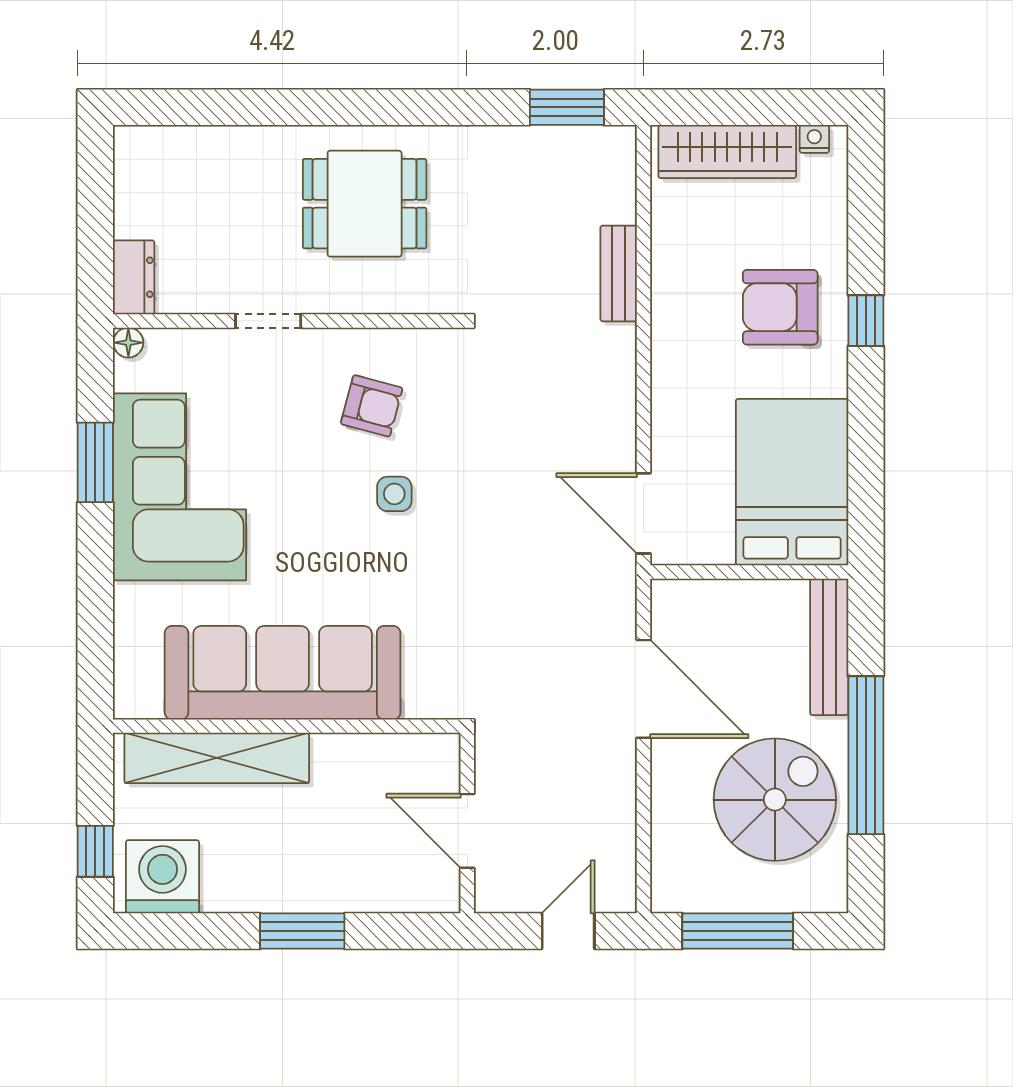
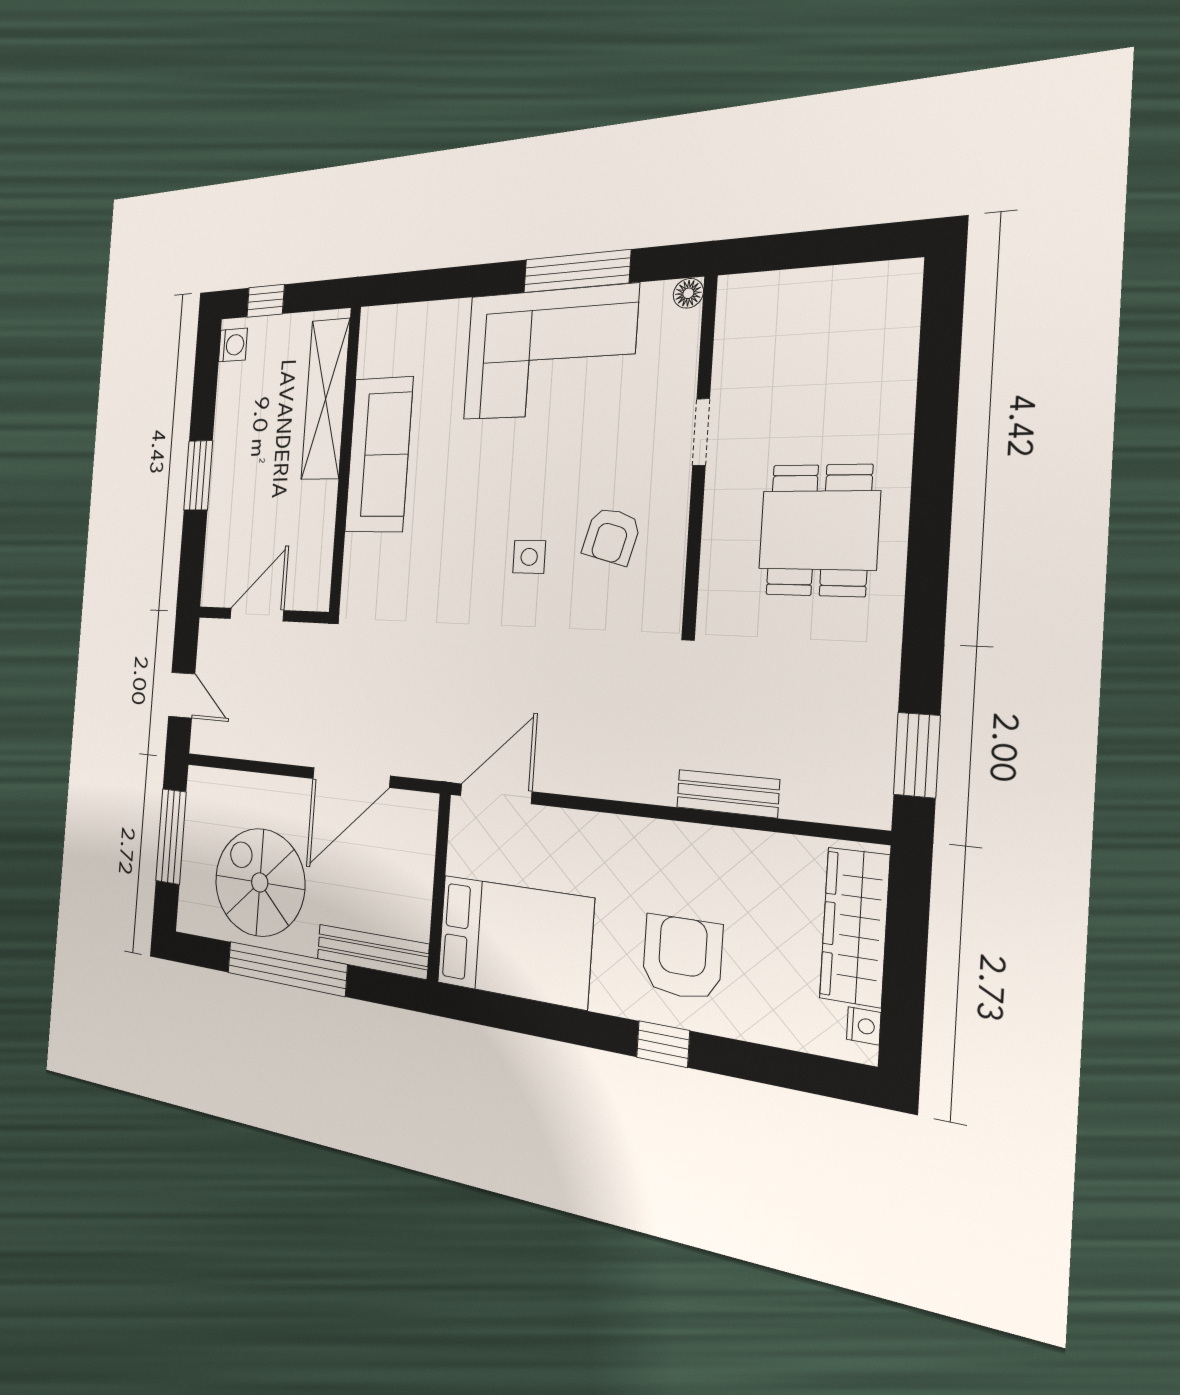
dresser: (134, 277) -> (754, 293), removed
window: (95, 462) -> (576, 271), width x1.44
sofa: (283, 673) -> (379, 455), width x0.74, depth x0.79
spiral stairs: (775, 800) -> (260, 882), turned 180
washing machine: (162, 877) -> (233, 345), width x0.53, depth x0.53

